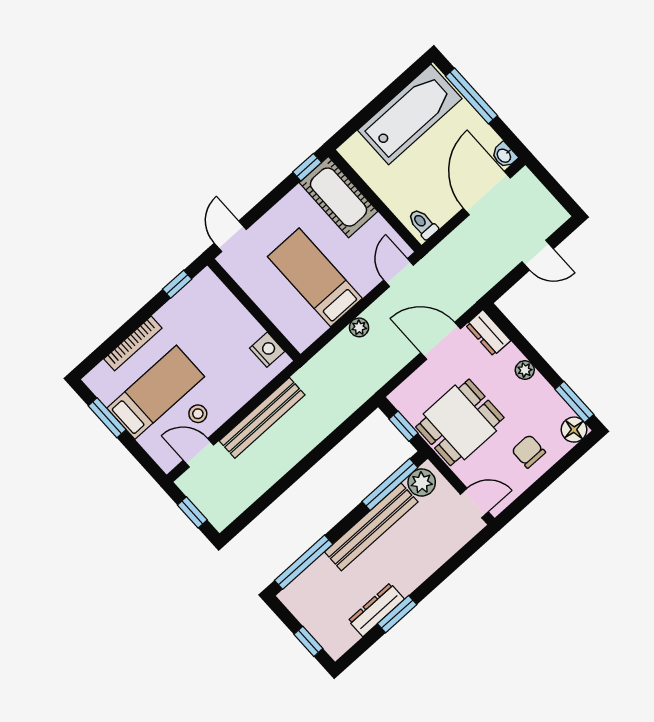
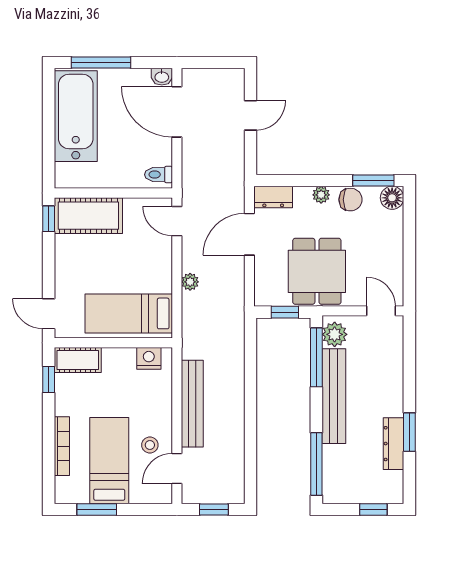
bed: (315, 277) -> (129, 313), moved
cot: (214, 294) -> (78, 360), added
chair: (529, 451) -> (351, 200), moved, turned 180
door: (474, 503) -> (381, 311), hinge flipped

